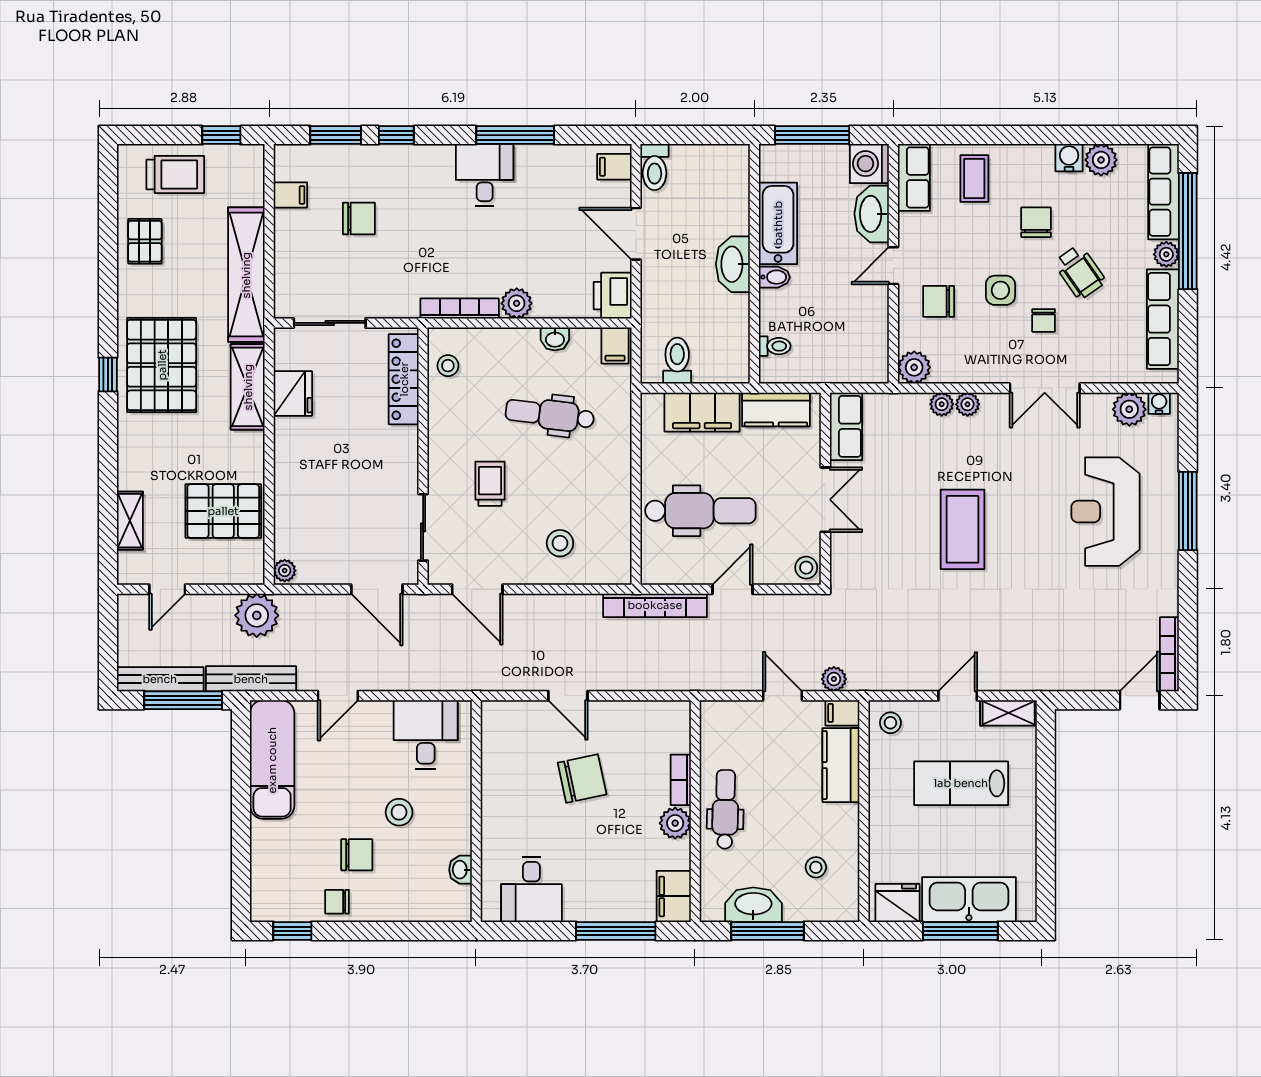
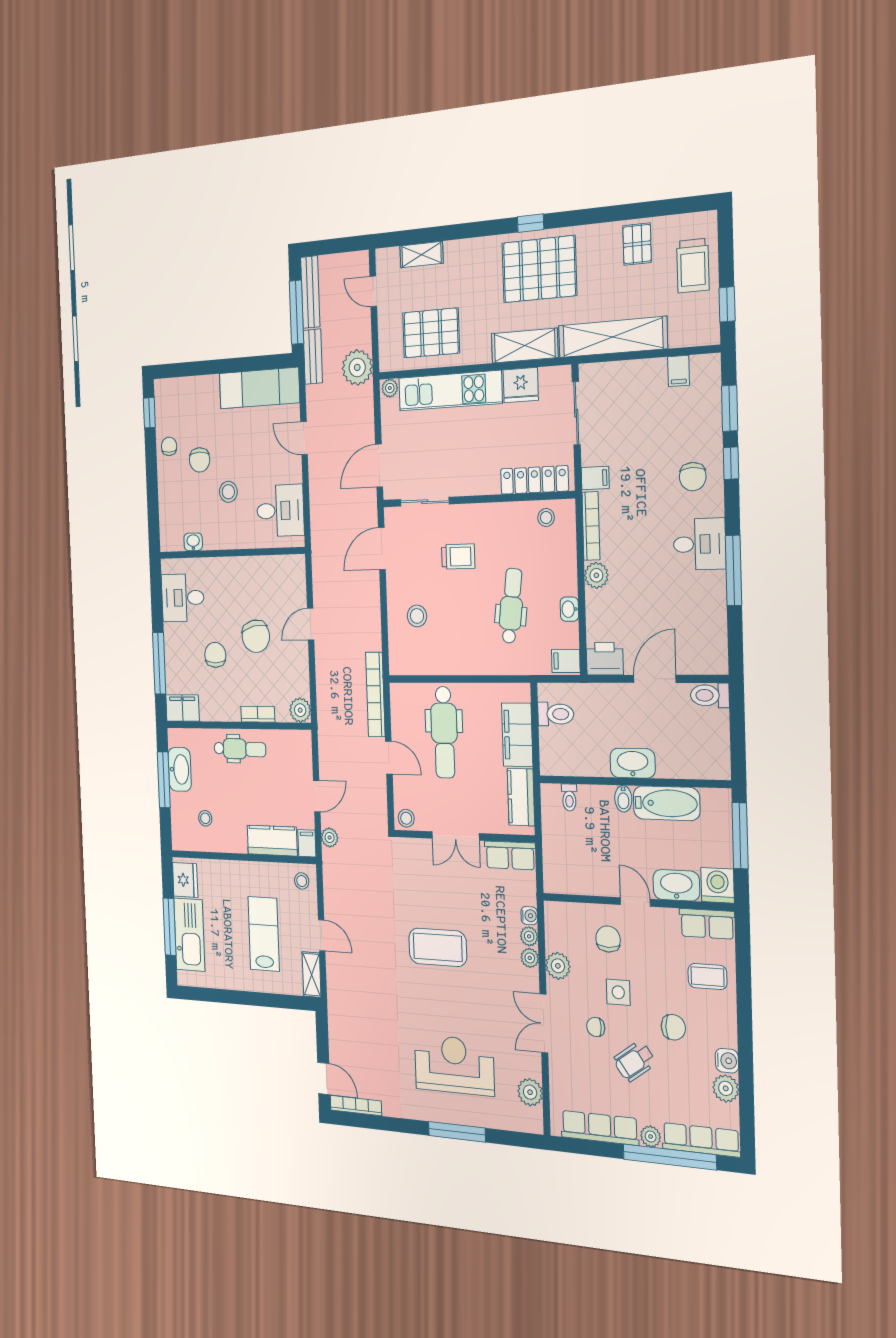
filing cabinet: (614, 167) -> (595, 478), moved, turned 90
chair: (359, 219) -> (693, 477), moved
pallet: (145, 241) -> (637, 244), turned 90
plant: (914, 367) -> (558, 966), moved
water cooler: (1159, 403) -> (529, 916), moved
kitchen unit: (293, 488) -> (450, 391), added
pallet: (223, 511) -> (431, 333), turned 90
bench: (251, 679) -> (313, 357), width x0.73
plant: (675, 823) -> (300, 710), moved
chair: (605, 842) -> (215, 655), added

